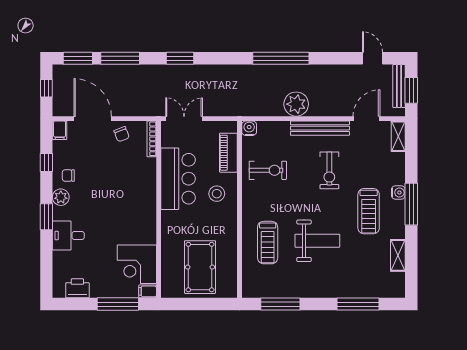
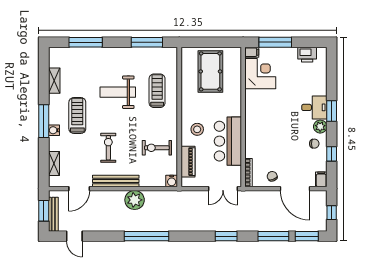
shelving: (398, 136) -> (54, 164), moved
desk: (68, 236) -> (314, 107), moved

